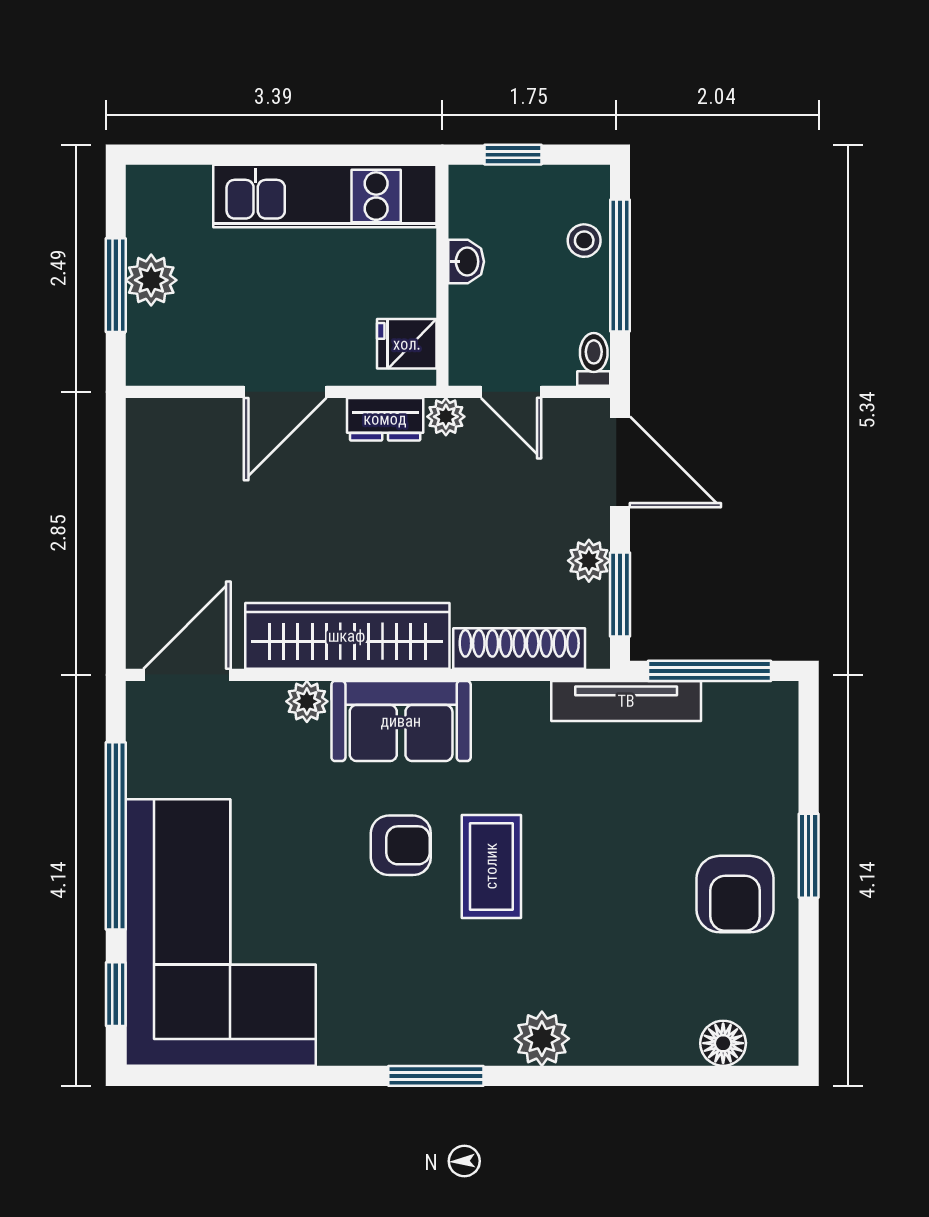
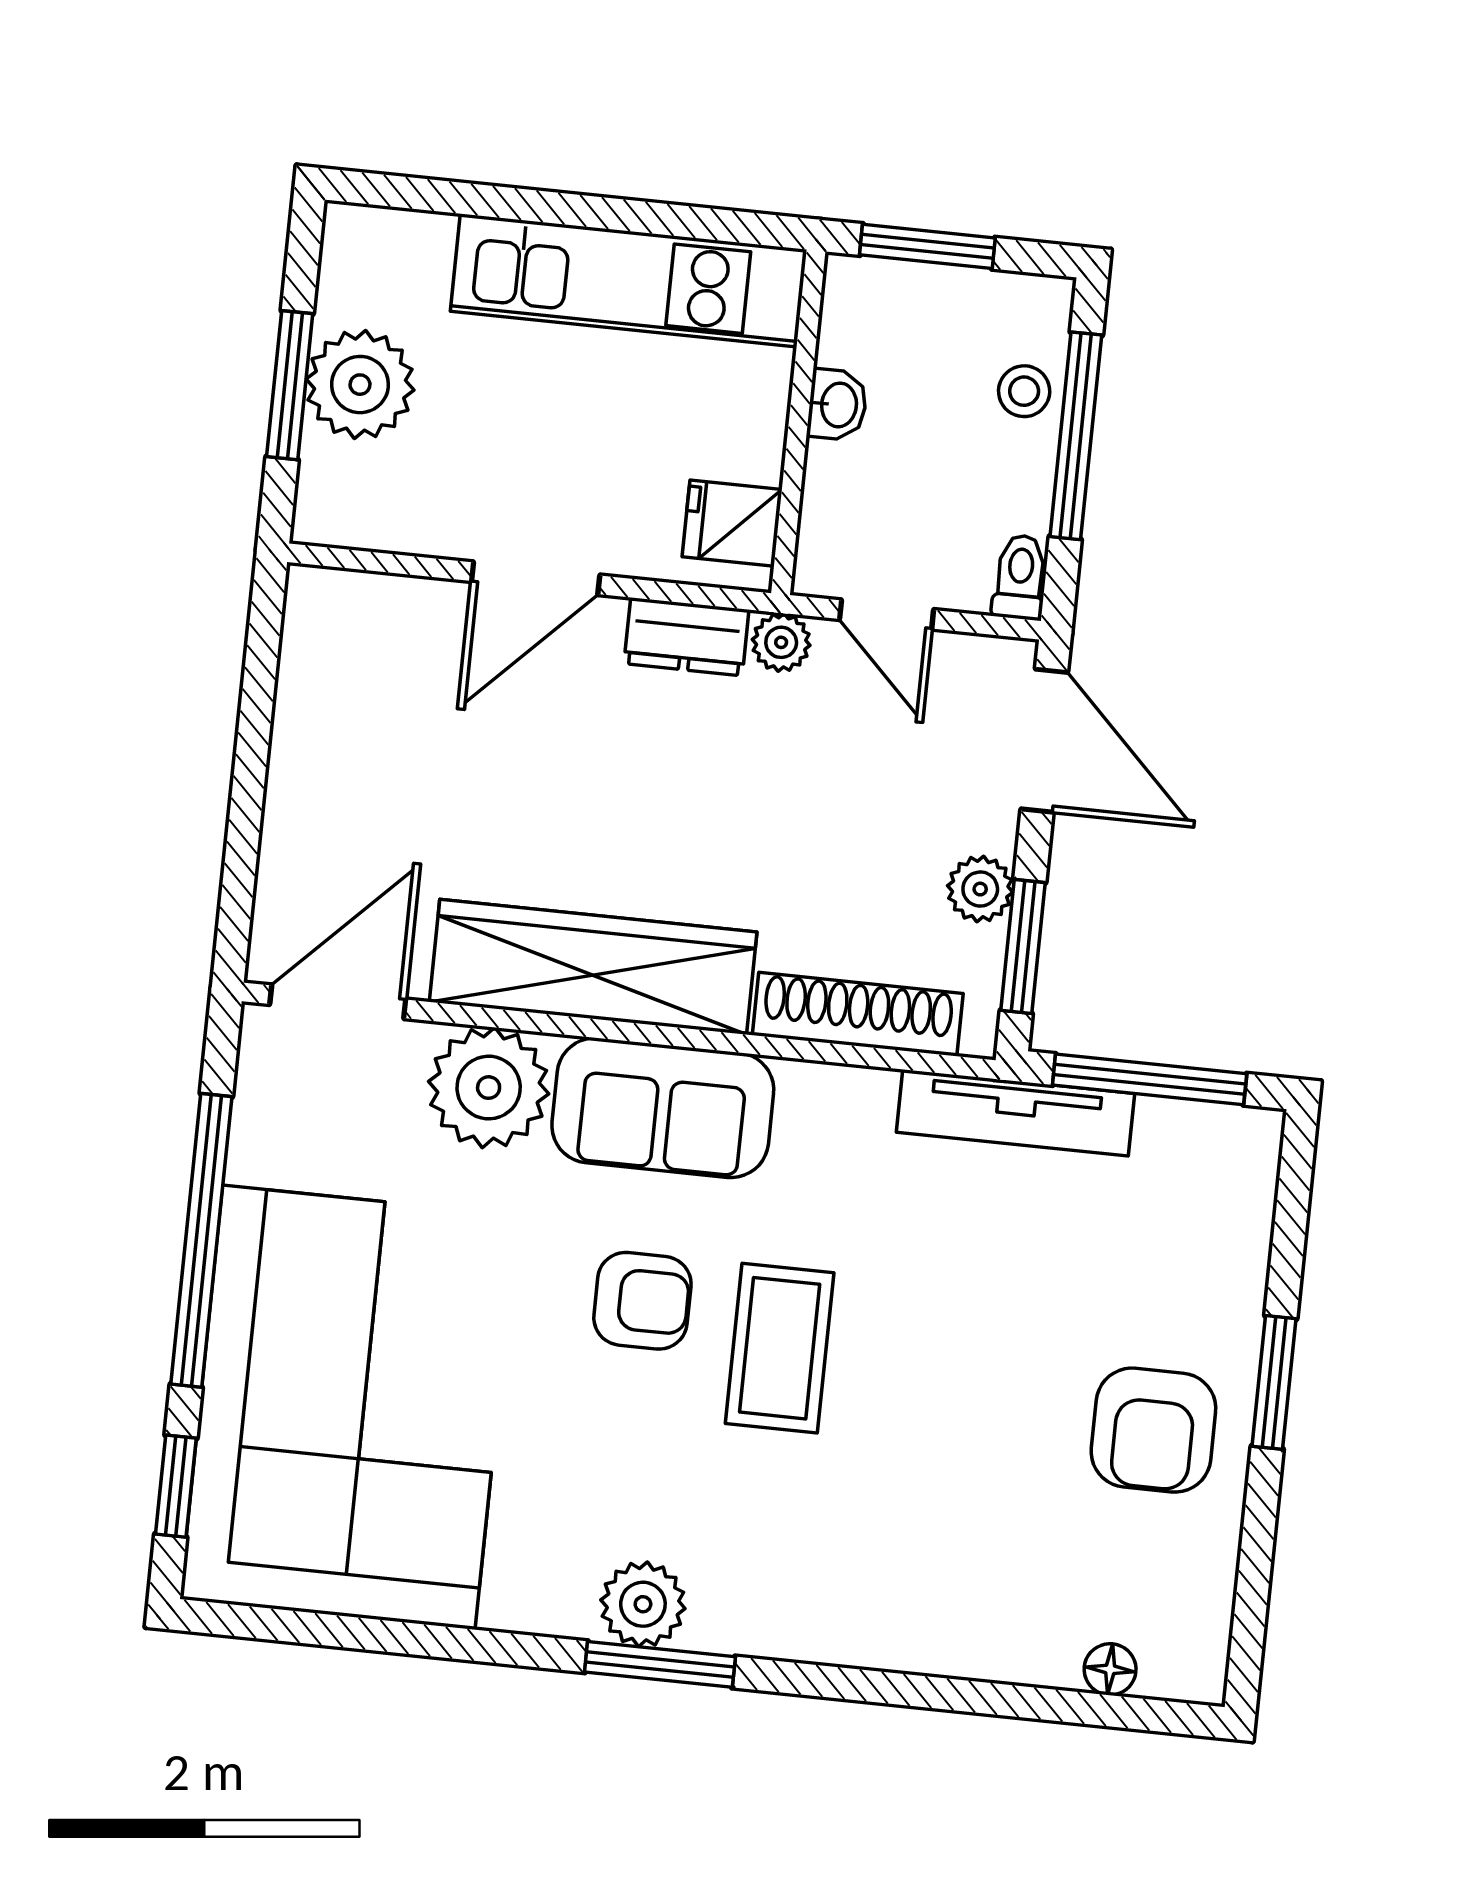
window: (513, 155) -> (927, 246), width x1.50
plant: (151, 280) -> (360, 385), width x1.36, depth x1.36
plant: (307, 701) -> (489, 1088), width x1.88, depth x1.88
plant: (542, 1039) -> (643, 1604), moved
floor lamp: (723, 1043) -> (1110, 1669), width x0.73, depth x0.73

